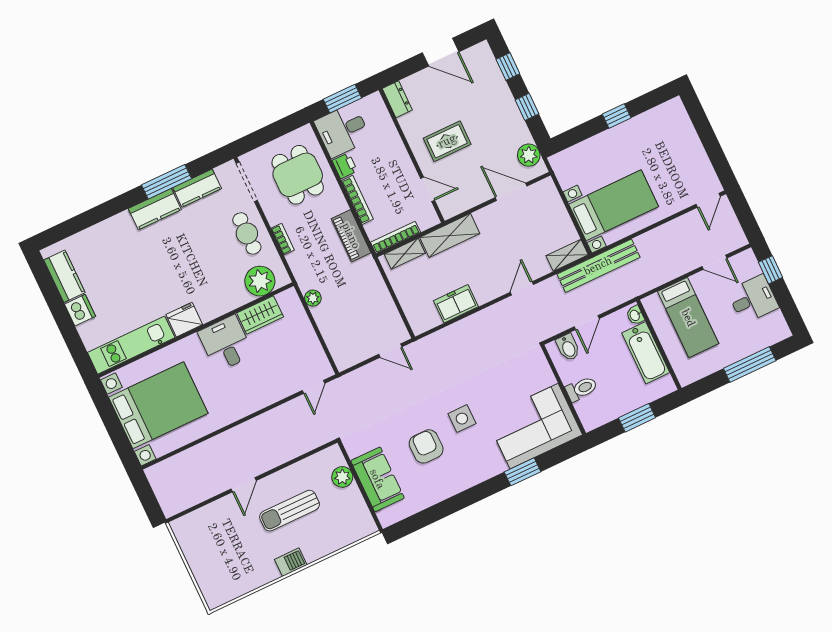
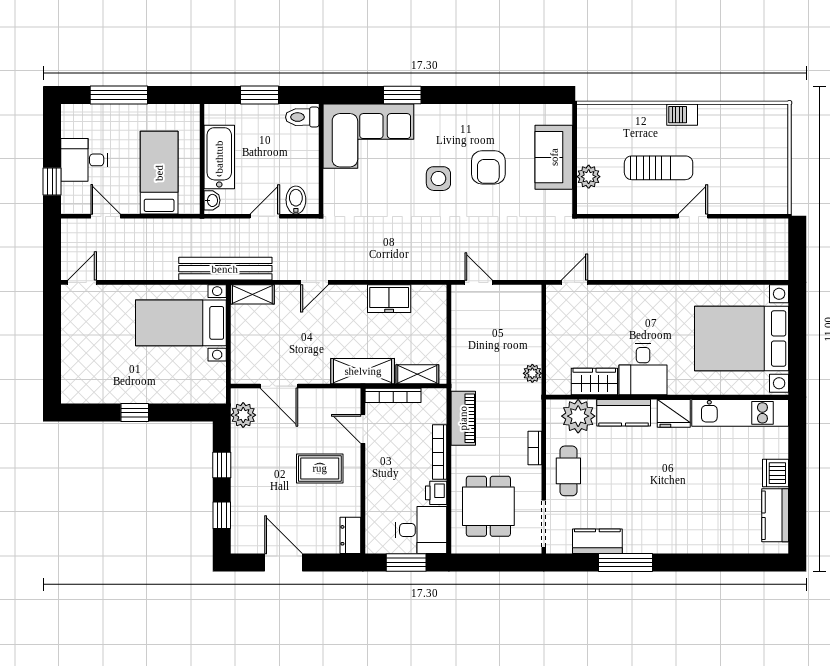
kitchen counter: (155, 209) -> (624, 413), moved, turned 180
bookcase: (395, 237) -> (393, 395), moved
toilet: (581, 389) -> (302, 117), moved

